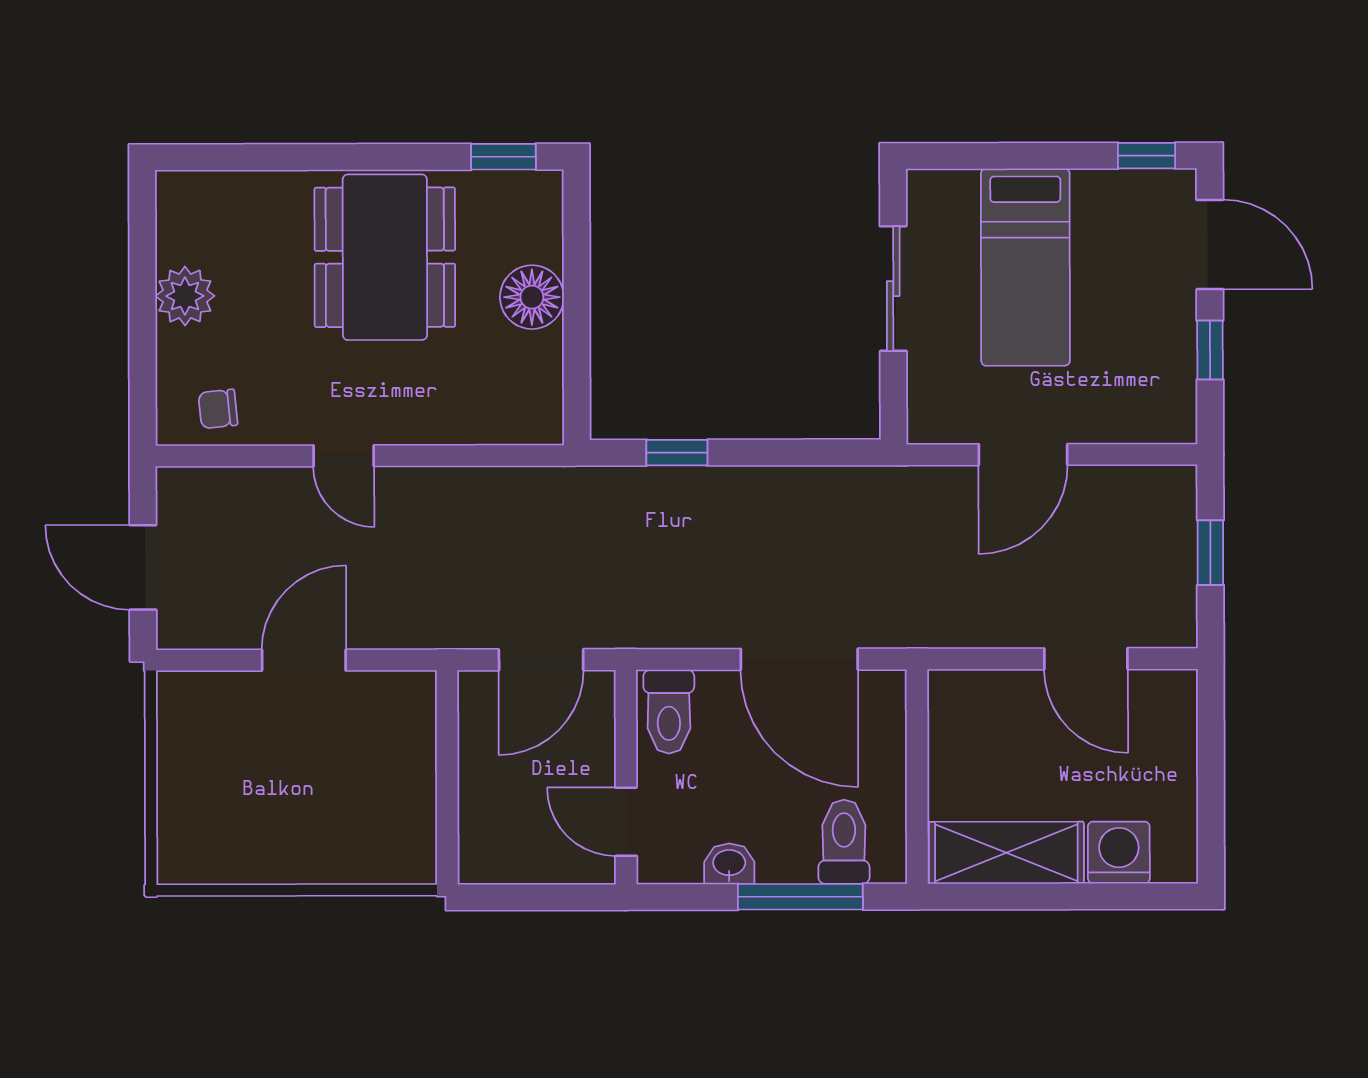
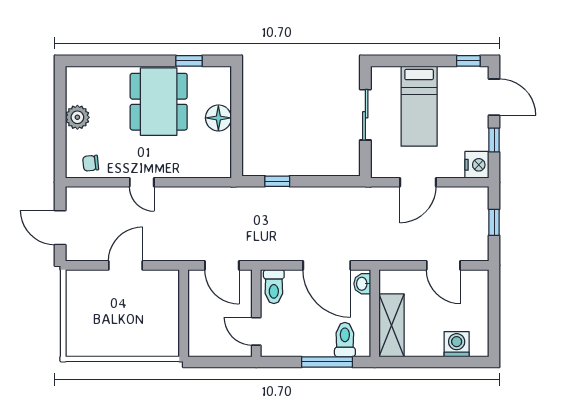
window: (503, 157) -> (189, 61), moved
nightstand: (1168, 411) -> (477, 165), added
door: (541, 660) -> (222, 265), hinge flipped
shelving: (1006, 853) -> (391, 325), moved, turned 90
washbasin: (729, 864) -> (362, 284), moved, turned -90

